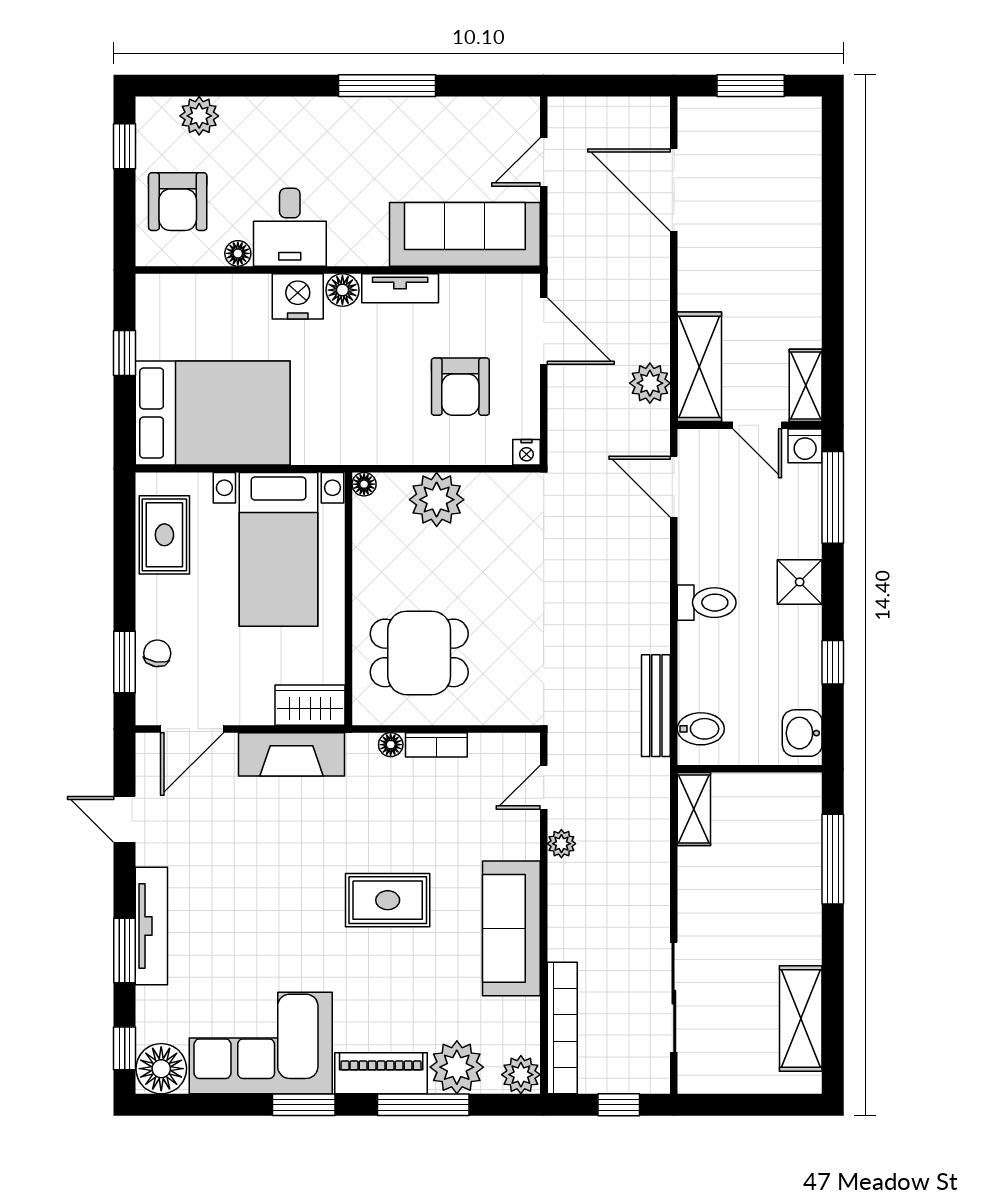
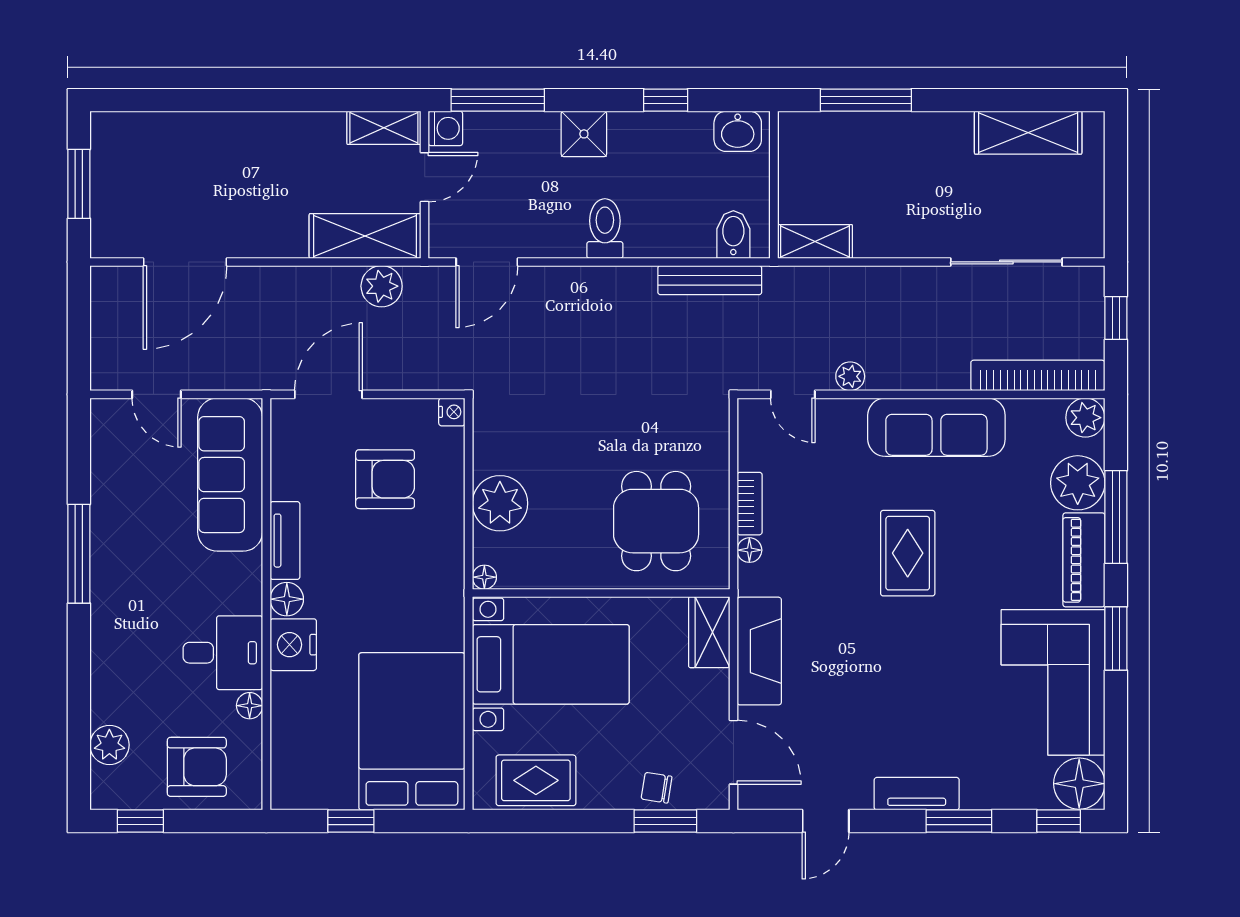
tv unit: (151, 926) -> (917, 794), width x0.71

